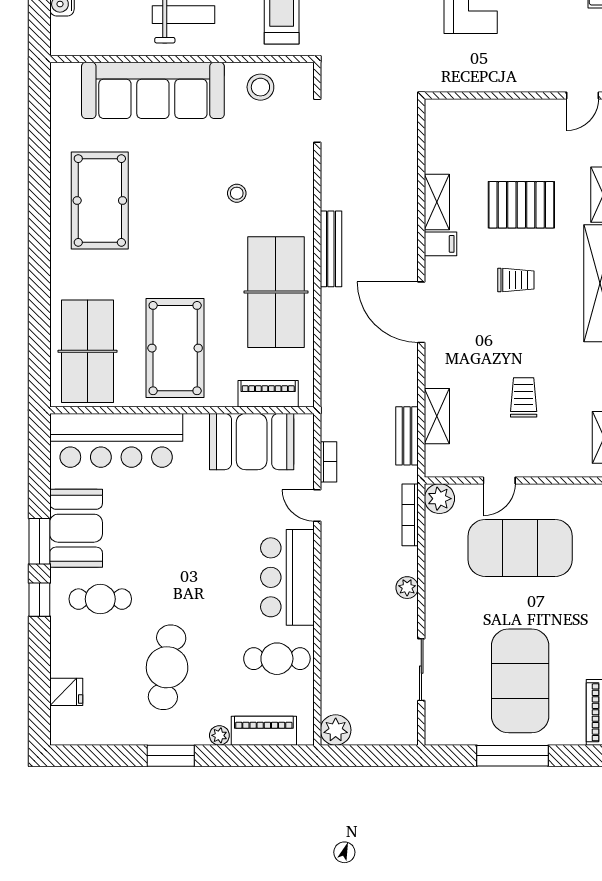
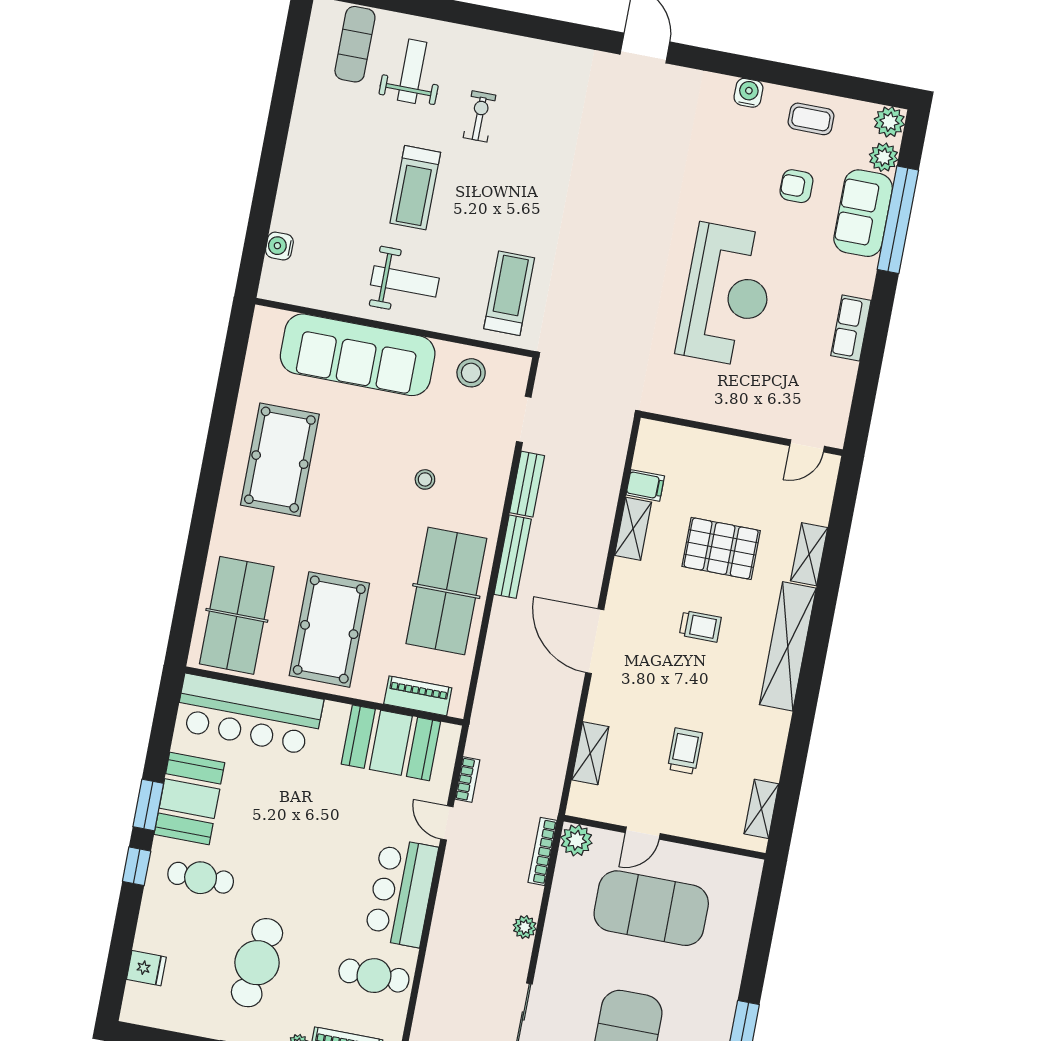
filing cabinet: (440, 244) -> (645, 485), moved
bench: (407, 436) -> (527, 484), moved

